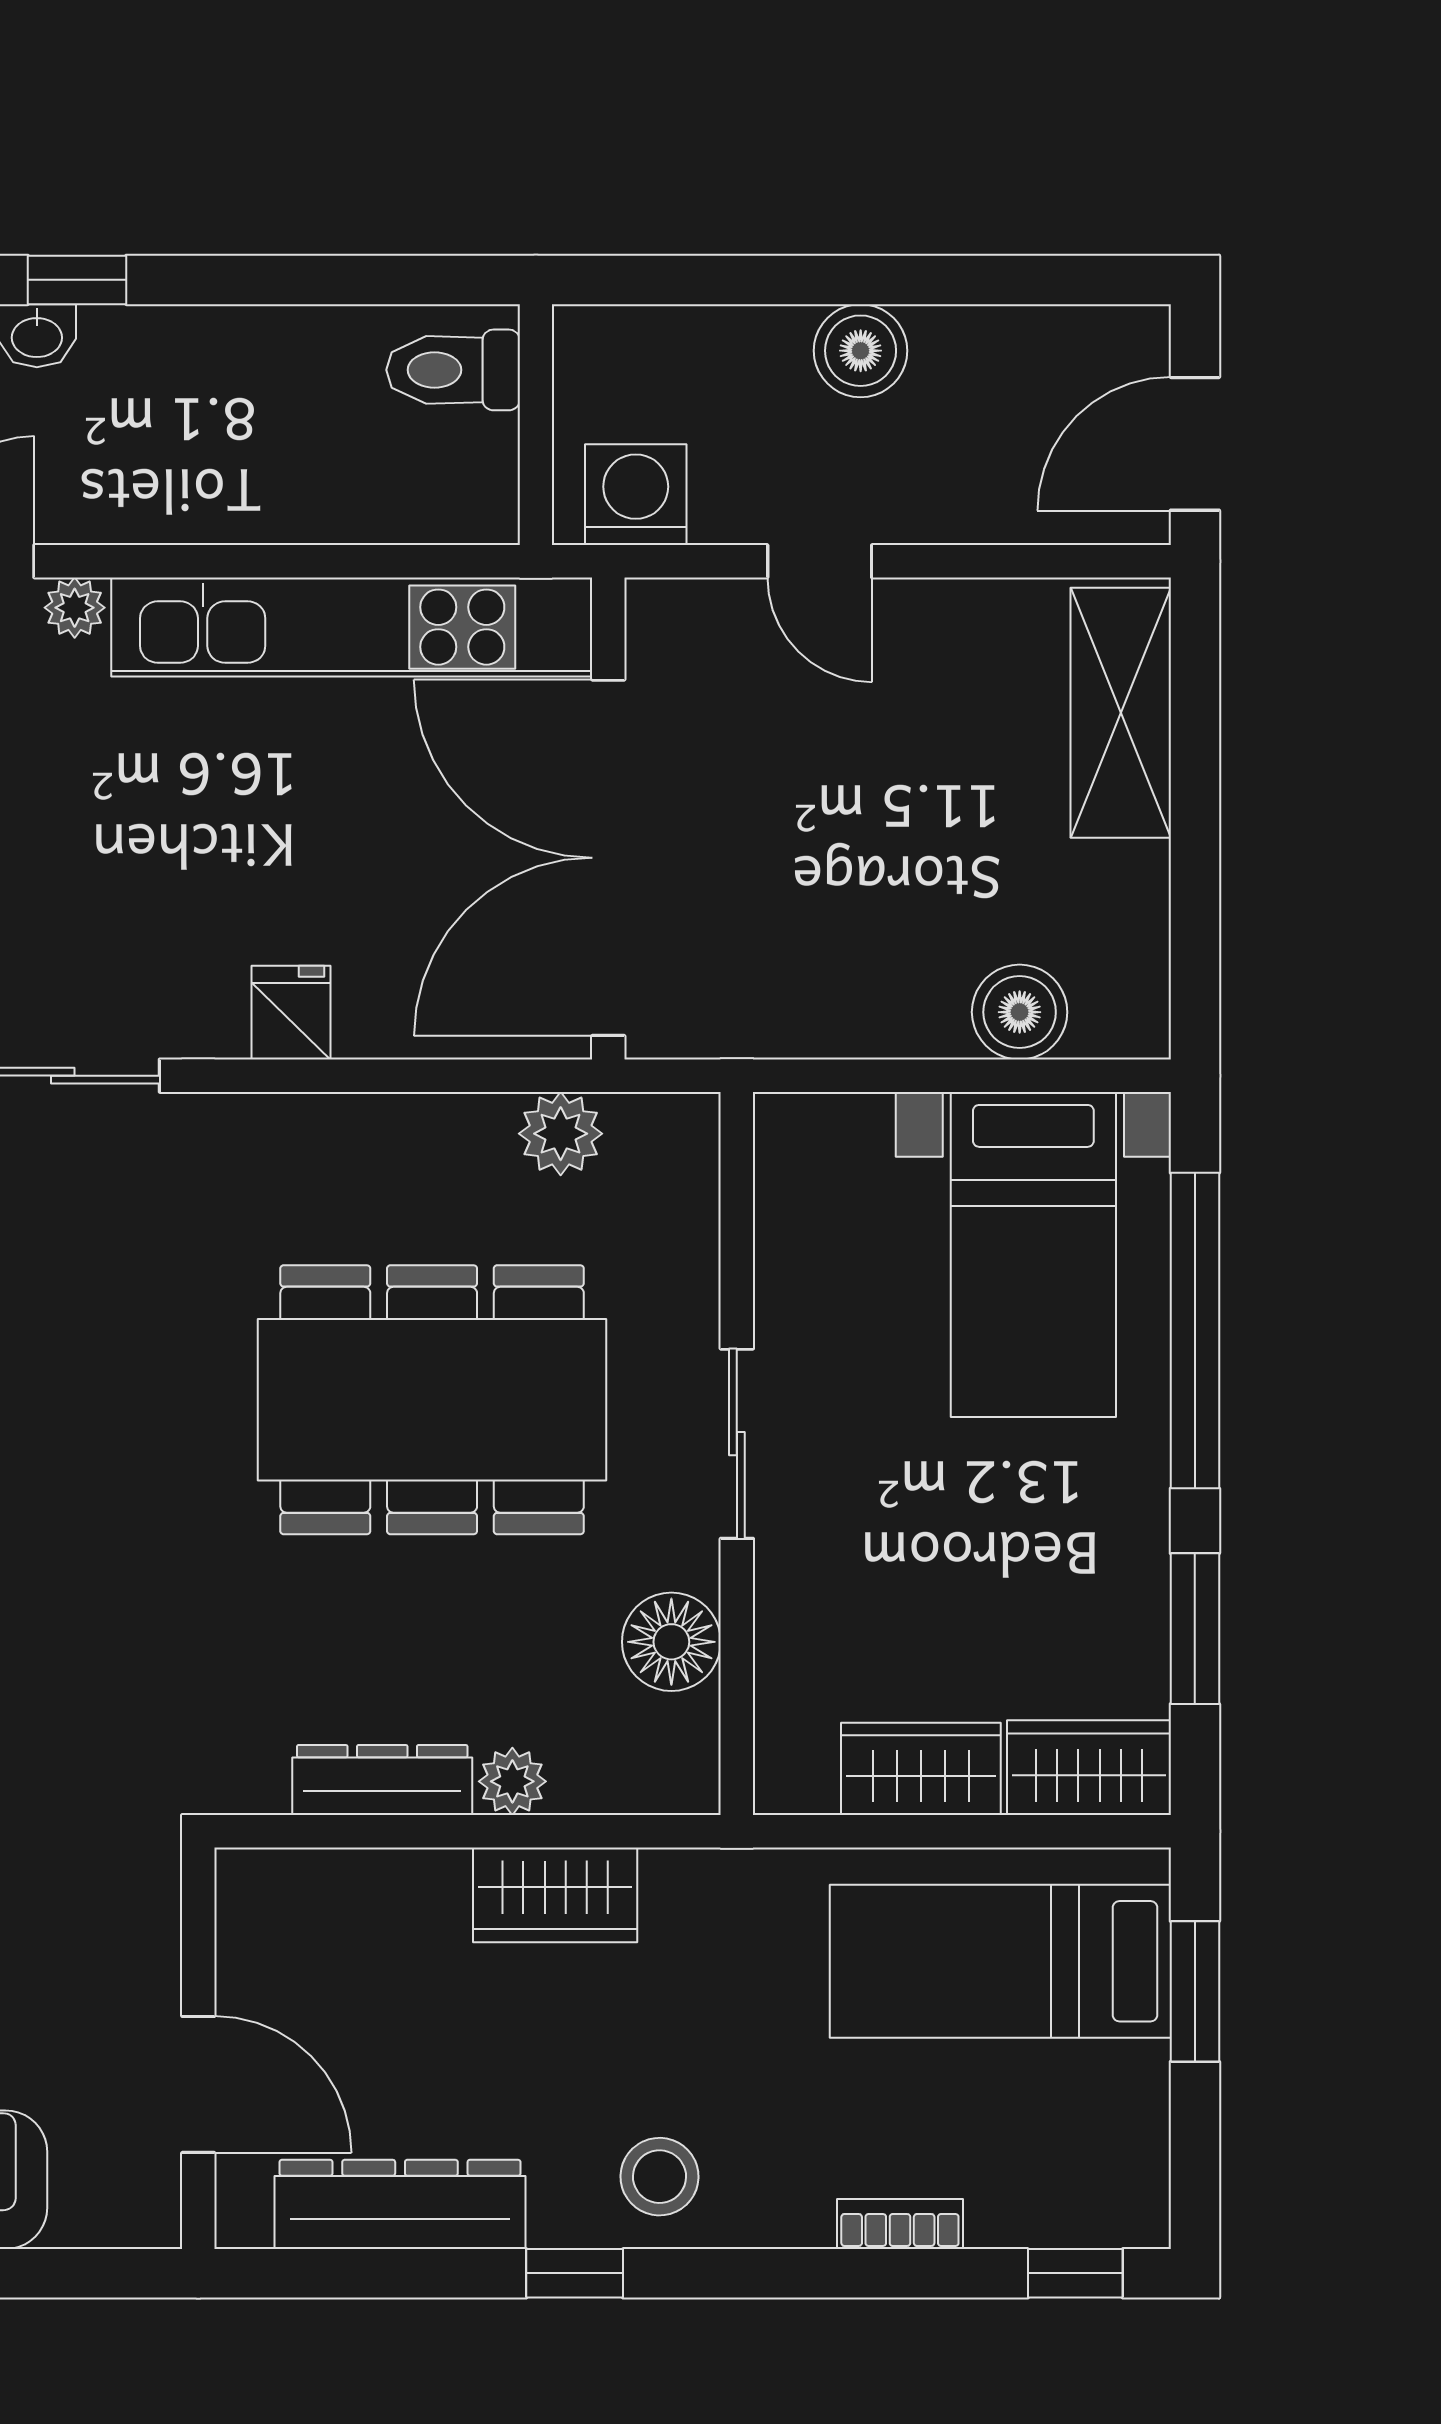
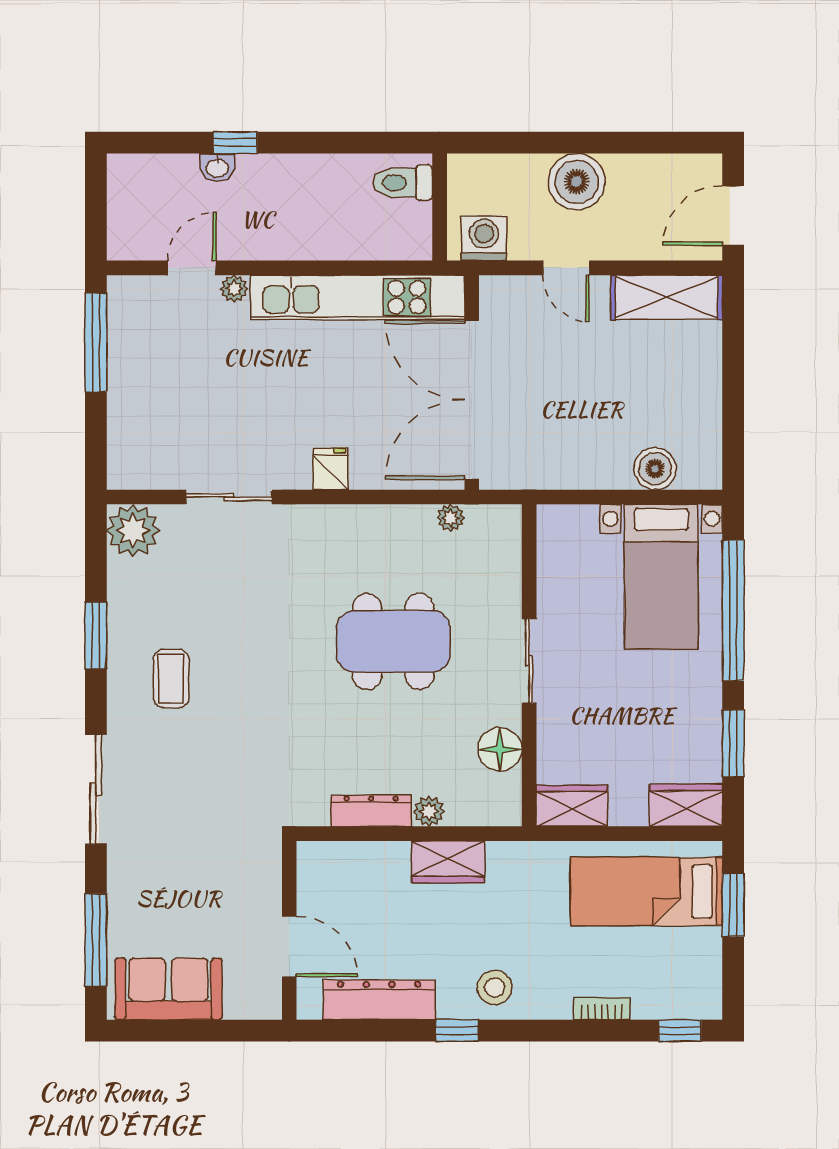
boiler: (861, 351) -> (577, 182), width x1.37, depth x1.37
shelving: (1121, 713) -> (667, 297), moved, turned 90
plant: (561, 1134) -> (451, 518), width x0.73, depth x0.73
dining table: (432, 1400) -> (393, 641), width x0.73, depth x0.80
wardrobe: (921, 1769) -> (572, 806), moved

